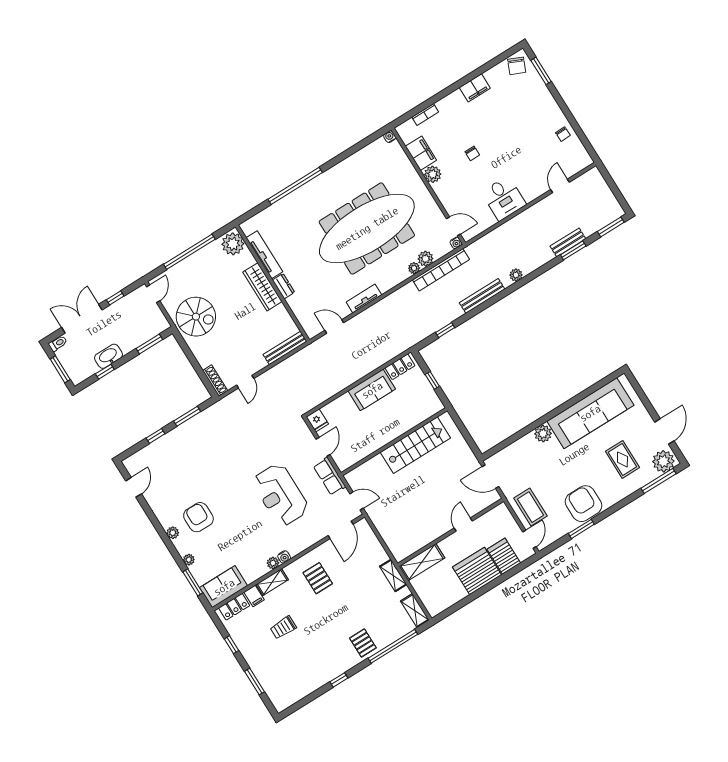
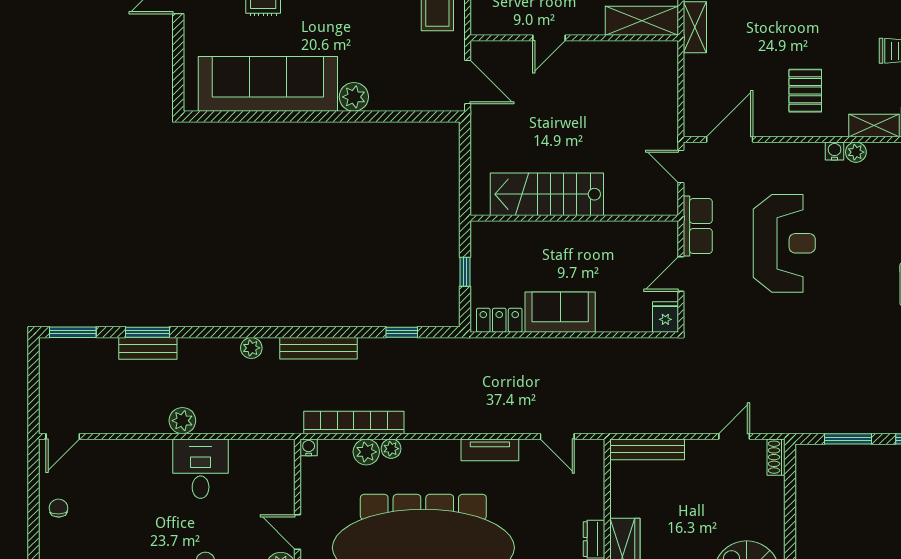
door: (560, 186) -> (63, 436), moved
plant: (528, 217) -> (182, 421), added
door: (453, 226) -> (298, 532), moved
shoe rack: (215, 381) -> (776, 457), width x0.70

